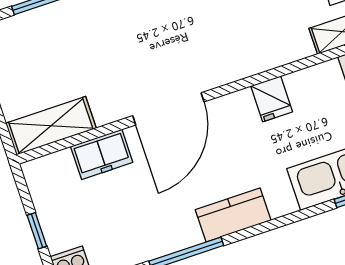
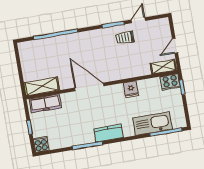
door: (168, 109) -> (89, 87), swing flipped
freezer: (102, 154) -> (45, 103), moved, width x1.40

